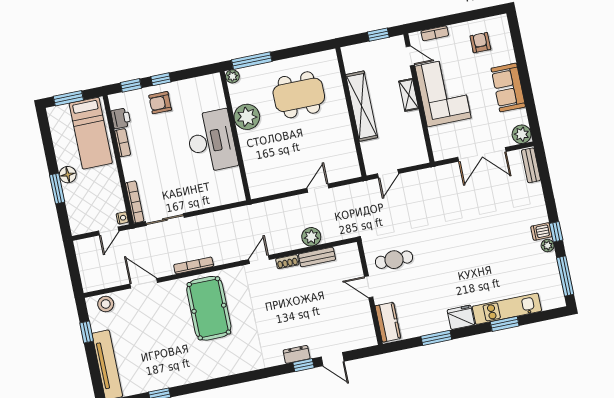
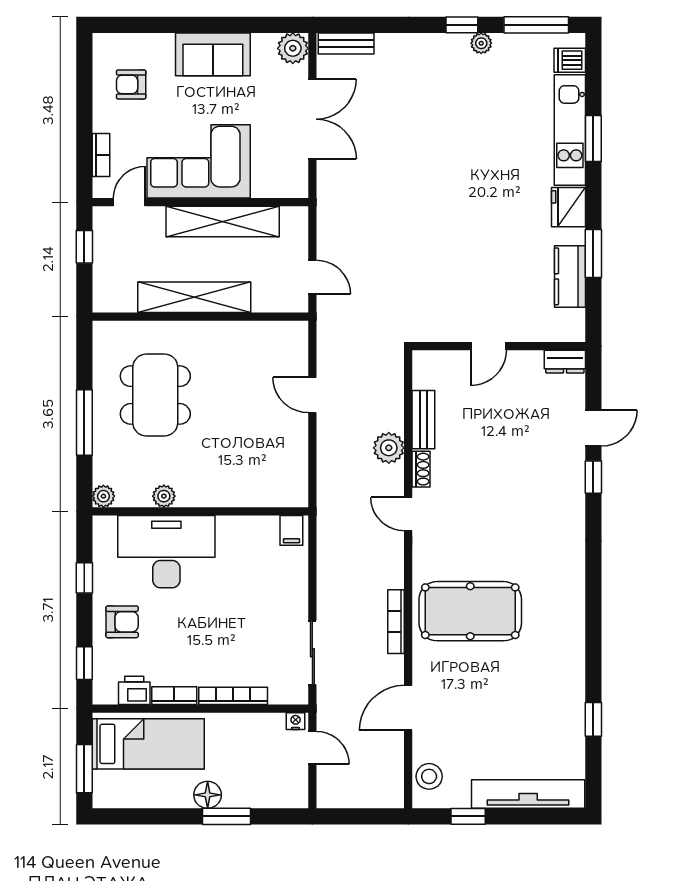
window: (252, 61) -> (84, 422), moved
window: (161, 79) -> (84, 578), moved
shelving: (409, 95) -> (223, 221), width x2.20, depth x1.33
armchair: (160, 103) -> (122, 622), turned -90
plant: (247, 117) -> (164, 496), width x0.53, depth x0.53
desk: (211, 141) -> (166, 552), moved
filing cabinet: (235, 192) -> (291, 530), added
bookcase: (135, 202) -> (233, 696), moved
dishwasher: (541, 231) -> (570, 60), moved, turned 90
plant: (311, 237) -> (389, 448), moved
cafe table: (394, 260) -> (453, 296), removed
kitchen counter: (388, 322) -> (570, 276), moved, turned -90
dresser: (297, 354) -> (565, 362), moved, turned -90

